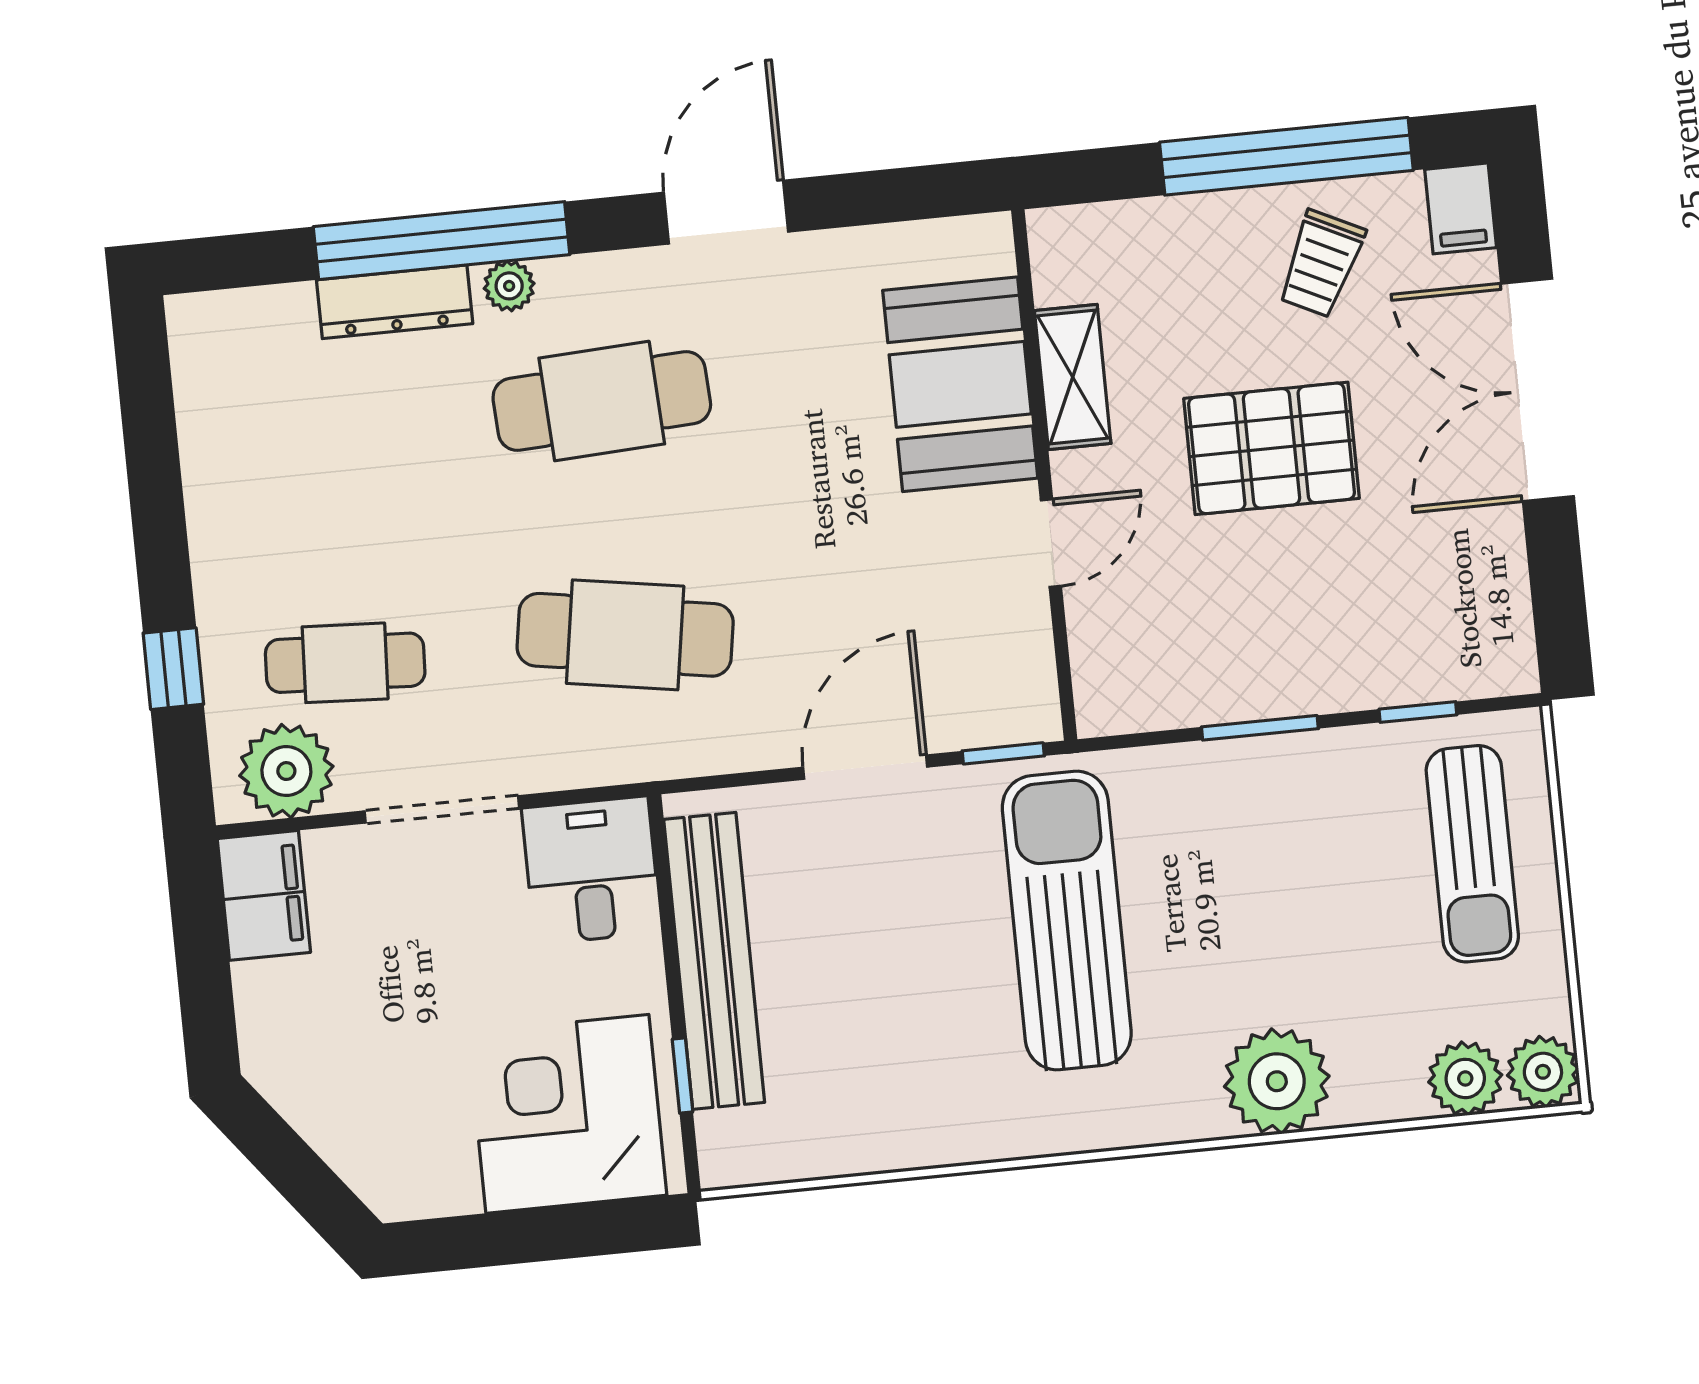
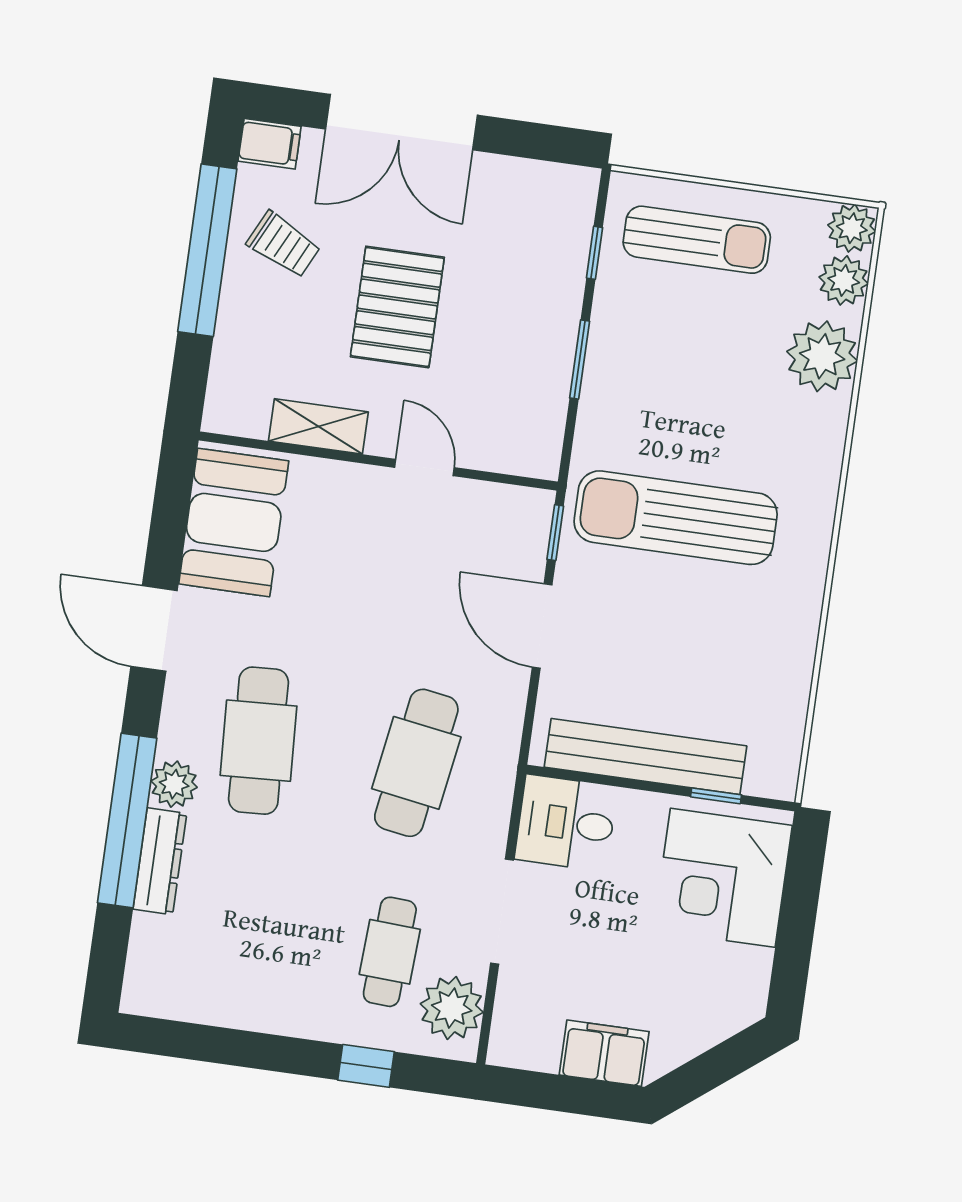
plant: (509, 286) -> (174, 784), width x1.38, depth x1.38
booth: (960, 384) -> (234, 522), moved, turned 90
filing cabinet: (264, 895) -> (604, 1053), moved
plant: (1277, 1081) -> (822, 356), moved

